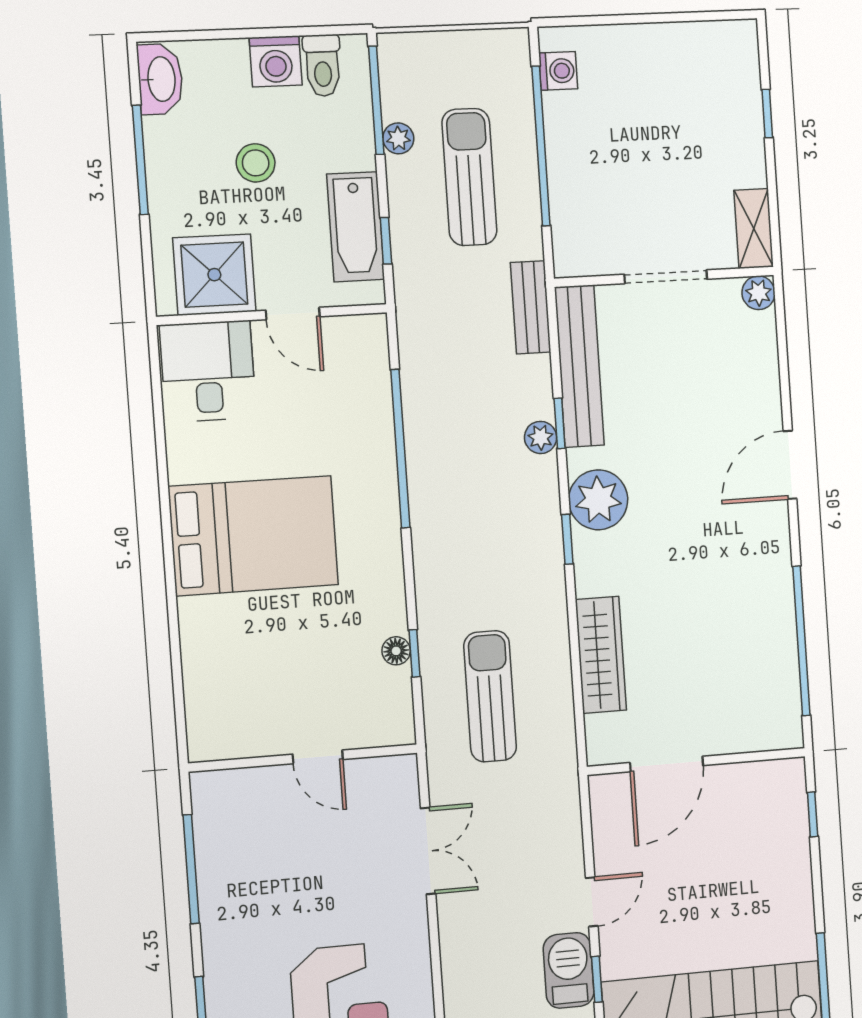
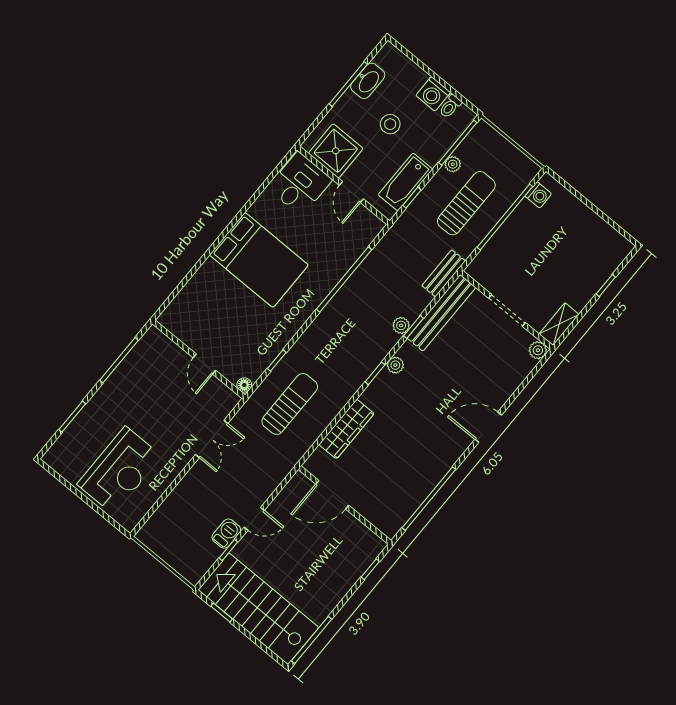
toilet: (323, 65) -> (450, 106), width x0.73, depth x0.72
washbasin: (160, 79) -> (368, 81), moved
plant: (598, 500) -> (395, 365), width x0.53, depth x0.53
floor lamp: (396, 651) -> (244, 385), moved
barbecue: (569, 970) -> (226, 534), width x0.73, depth x0.79

